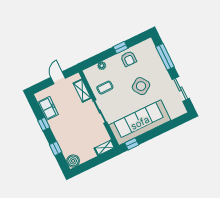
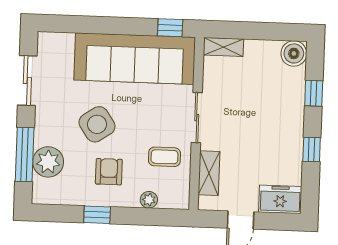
armchair: (129, 59) -> (109, 172), moved
plant: (153, 59) -> (48, 162), added
freezer: (48, 108) -> (280, 199), moved, turned 90

